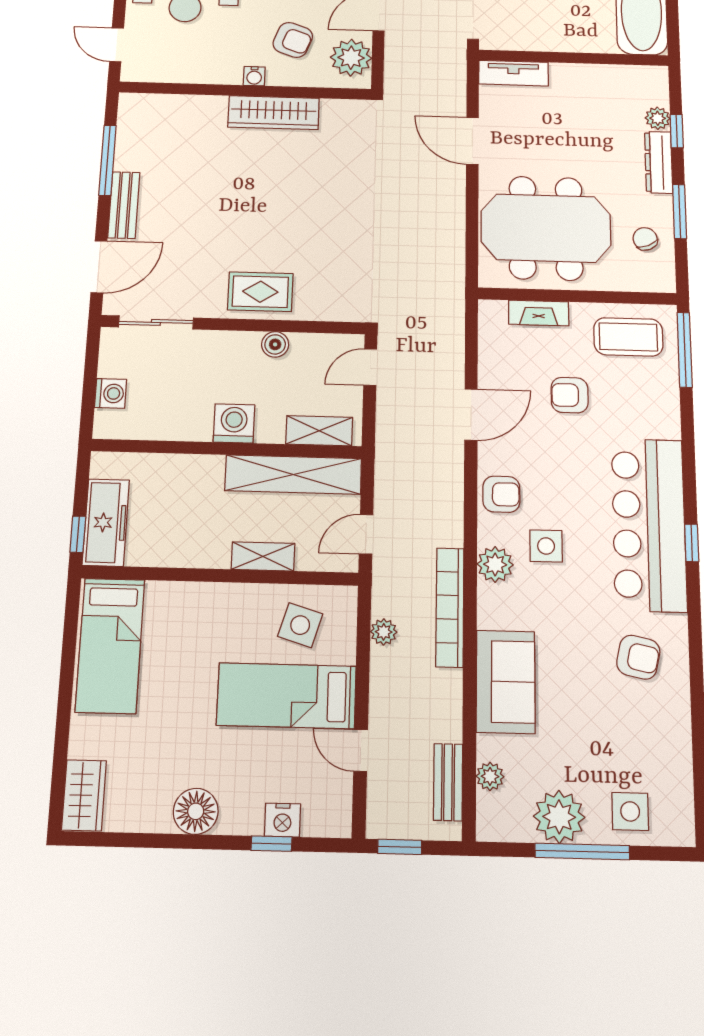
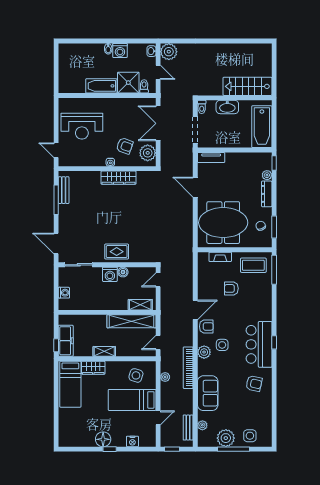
window: (677, 131) -> (274, 163), moved
bench: (124, 205) -> (64, 190), moved
window: (680, 211) -> (274, 227), moved
door: (99, 267) -> (56, 243), swing flipped
door: (471, 415) -> (195, 310), moved
washing machine: (234, 423) -> (110, 274), moved, turned 180
bar counter: (649, 524) -> (259, 344), width x0.73
shelving: (263, 556) -> (104, 351), moved
door: (361, 750) -> (158, 418), swing flipped
wardrobe: (84, 795) -> (93, 368), moved, turned 90
window: (272, 844) -> (110, 449), moved

